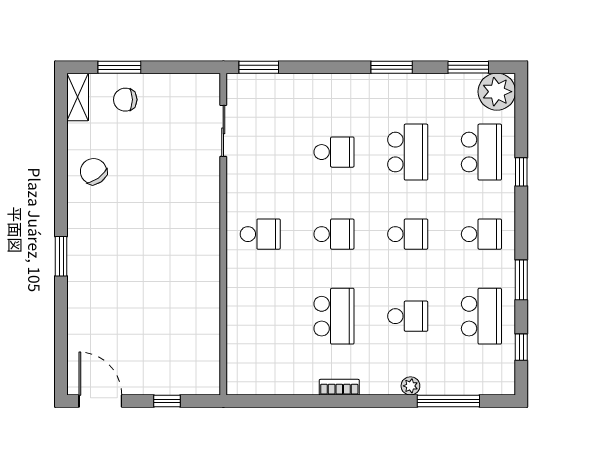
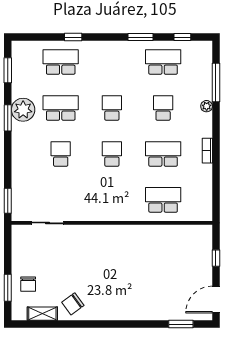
plant: (497, 92) -> (23, 110), moved
shelving: (78, 97) -> (42, 314), moved
school desk: (260, 234) -> (163, 200), moved, width x1.85
school desk: (481, 234) -> (112, 62), removed
window: (61, 256) -> (181, 324), moved

